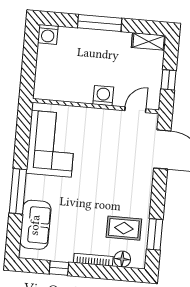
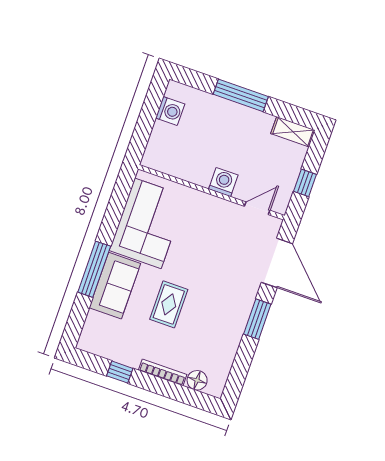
washing machine: (48, 34) -> (170, 111), moved, turned -90
sofa: (35, 225) -> (115, 286), moved
rug: (124, 228) -> (169, 304), moved, turned 90
window: (155, 234) -> (257, 319), moved

